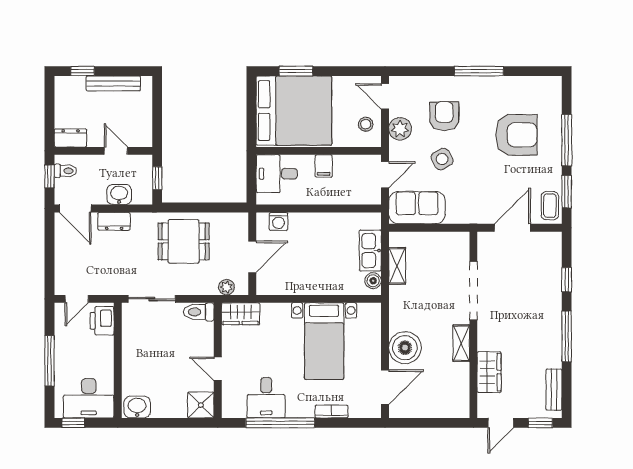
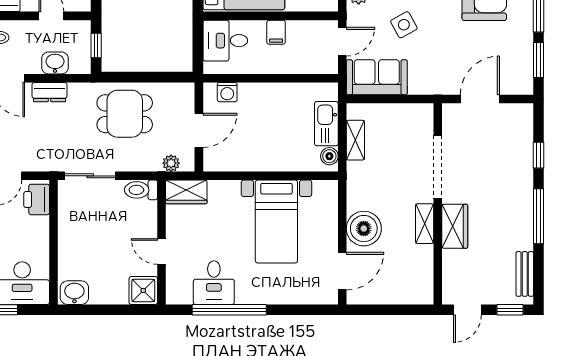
coffee table: (550, 206) -> (520, 75), removed
wardrobe: (489, 372) -> (455, 226), moved
bookcase: (331, 412) -> (284, 298), removed

